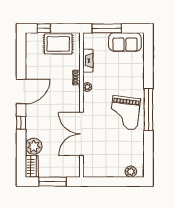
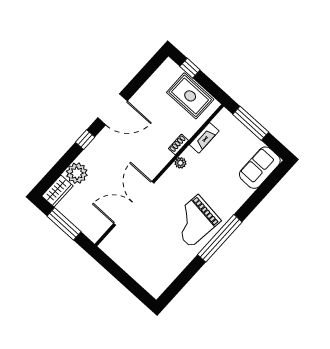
sofa: (125, 42) -> (260, 168), moved, turned 90
plant: (131, 172) -> (148, 283), removed

